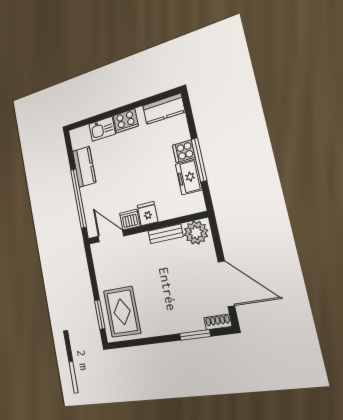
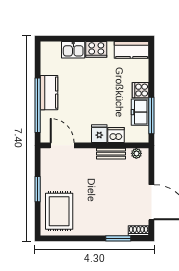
window: (199, 160) -> (151, 115), moved
kitchen counter: (84, 167) -> (49, 93), moved
dishwasher: (130, 220) -> (116, 135), moved
plant: (196, 233) -> (136, 153), width x0.53, depth x0.53
window: (100, 315) -> (38, 189), moved

